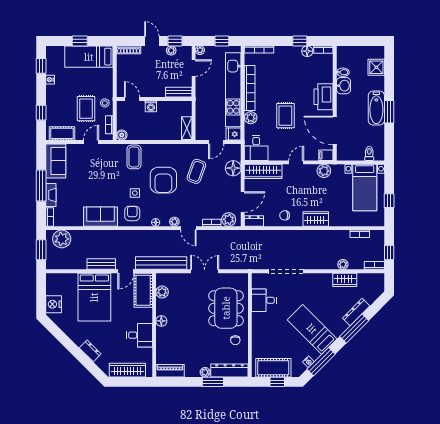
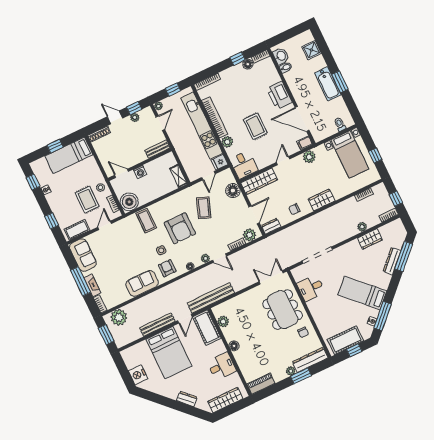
washbasin: (344, 86) -> (281, 56), moved
boiler: (122, 135) -> (129, 202), width x1.86, depth x1.86
bench: (101, 264) -> (157, 325), width x1.36
double door: (205, 271) -> (271, 277), moved
window: (354, 328) -> (404, 256), moved

